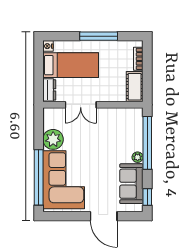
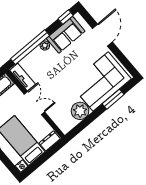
double door: (81, 105) -> (34, 103), moved
tv unit: (126, 114) -> (23, 77), added
window: (39, 177) -> (113, 99), width x0.47

